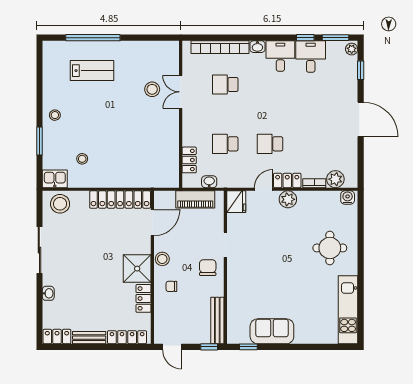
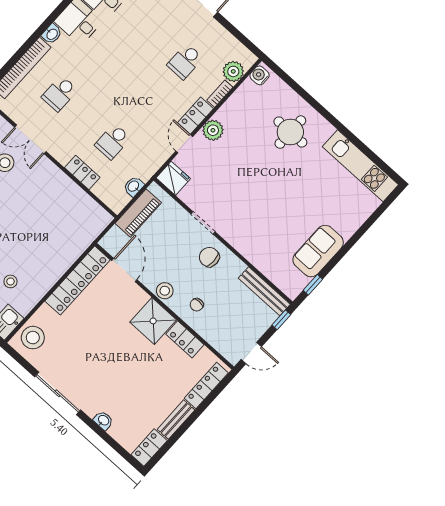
school desk: (270, 144) -> (185, 61), moved
locker: (189, 160) -> (82, 172), moved

